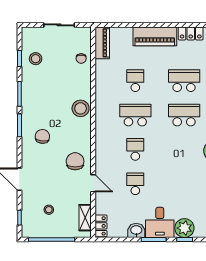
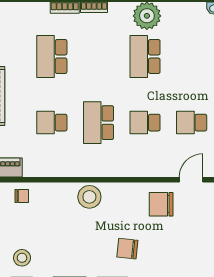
school desk: (184, 115) -> (145, 56), moved

